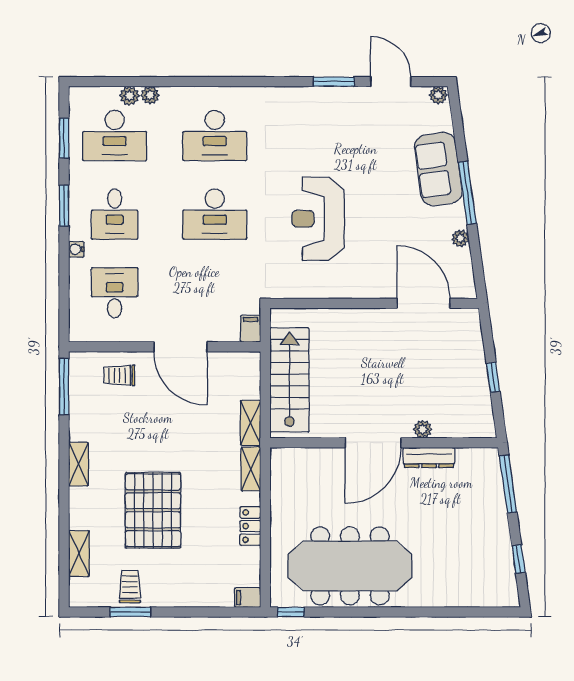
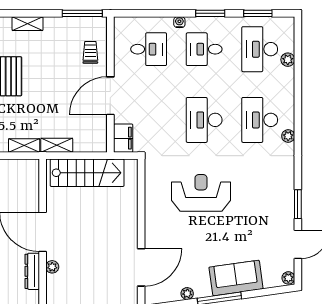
plant: (150, 95) -> (288, 136), moved
filing cabinet: (251, 329) -> (123, 138), width x2.00

